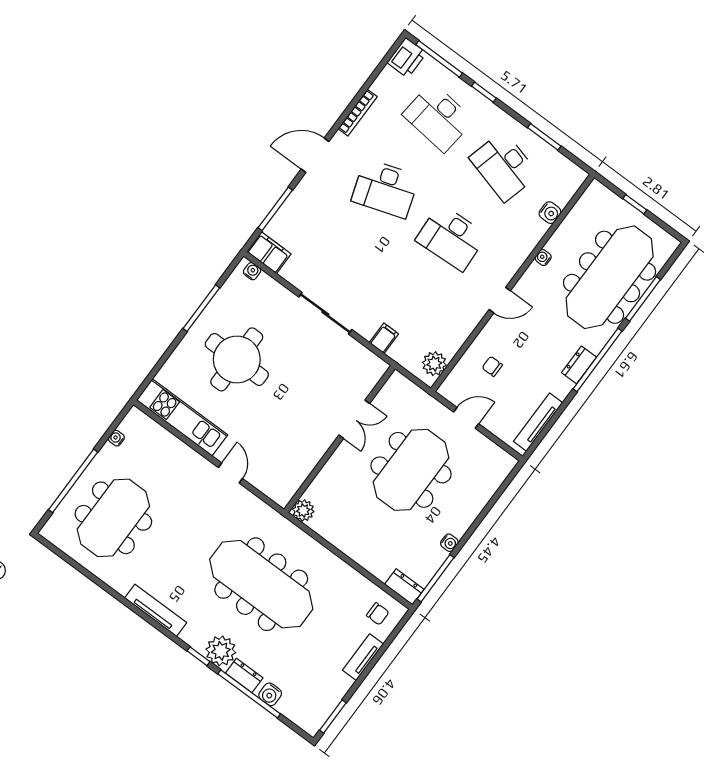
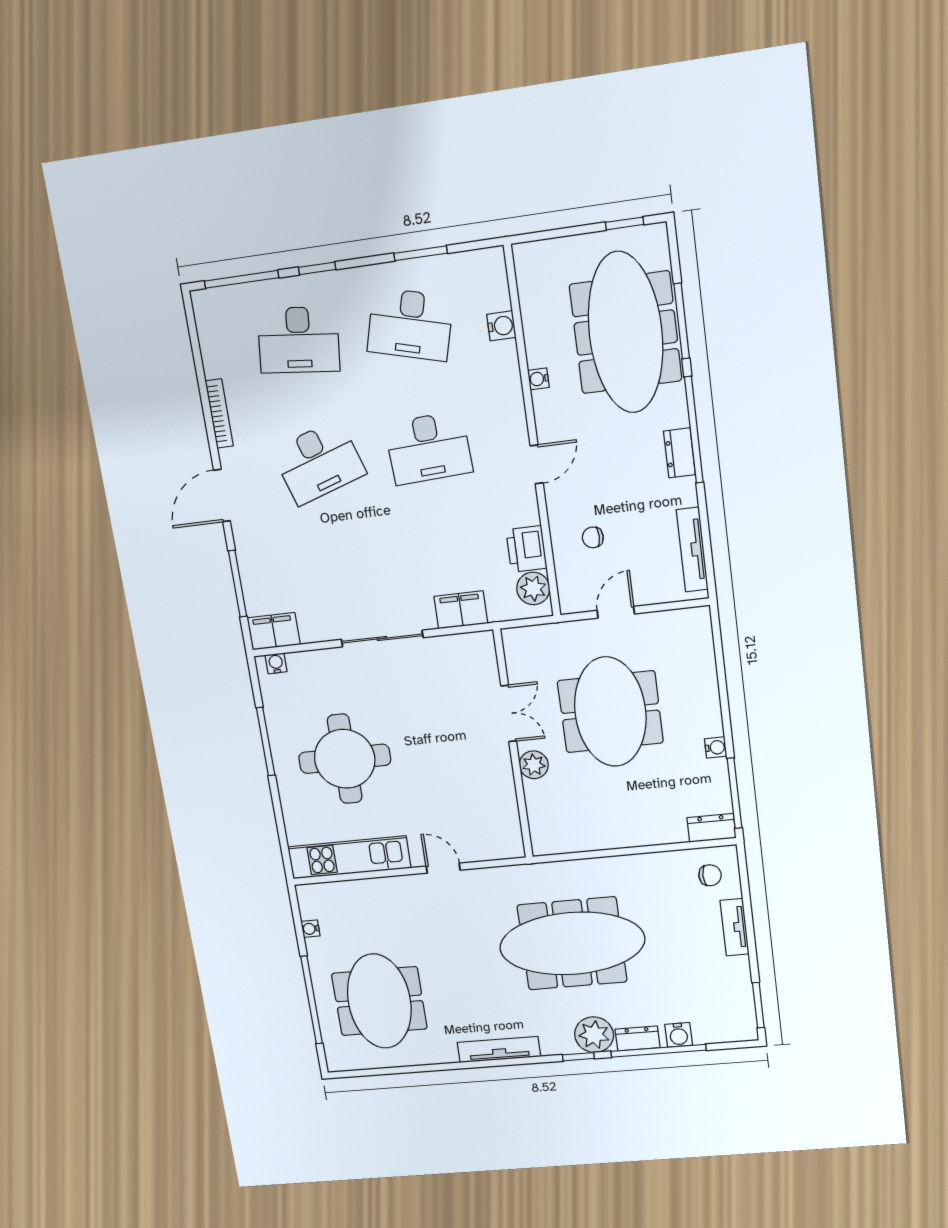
printer: (407, 58) -> (526, 549), moved, turned 180
window: (635, 204) -> (625, 223), moved
filing cabinet: (384, 338) -> (461, 610), width x2.00
plant: (303, 510) -> (534, 765), moved

